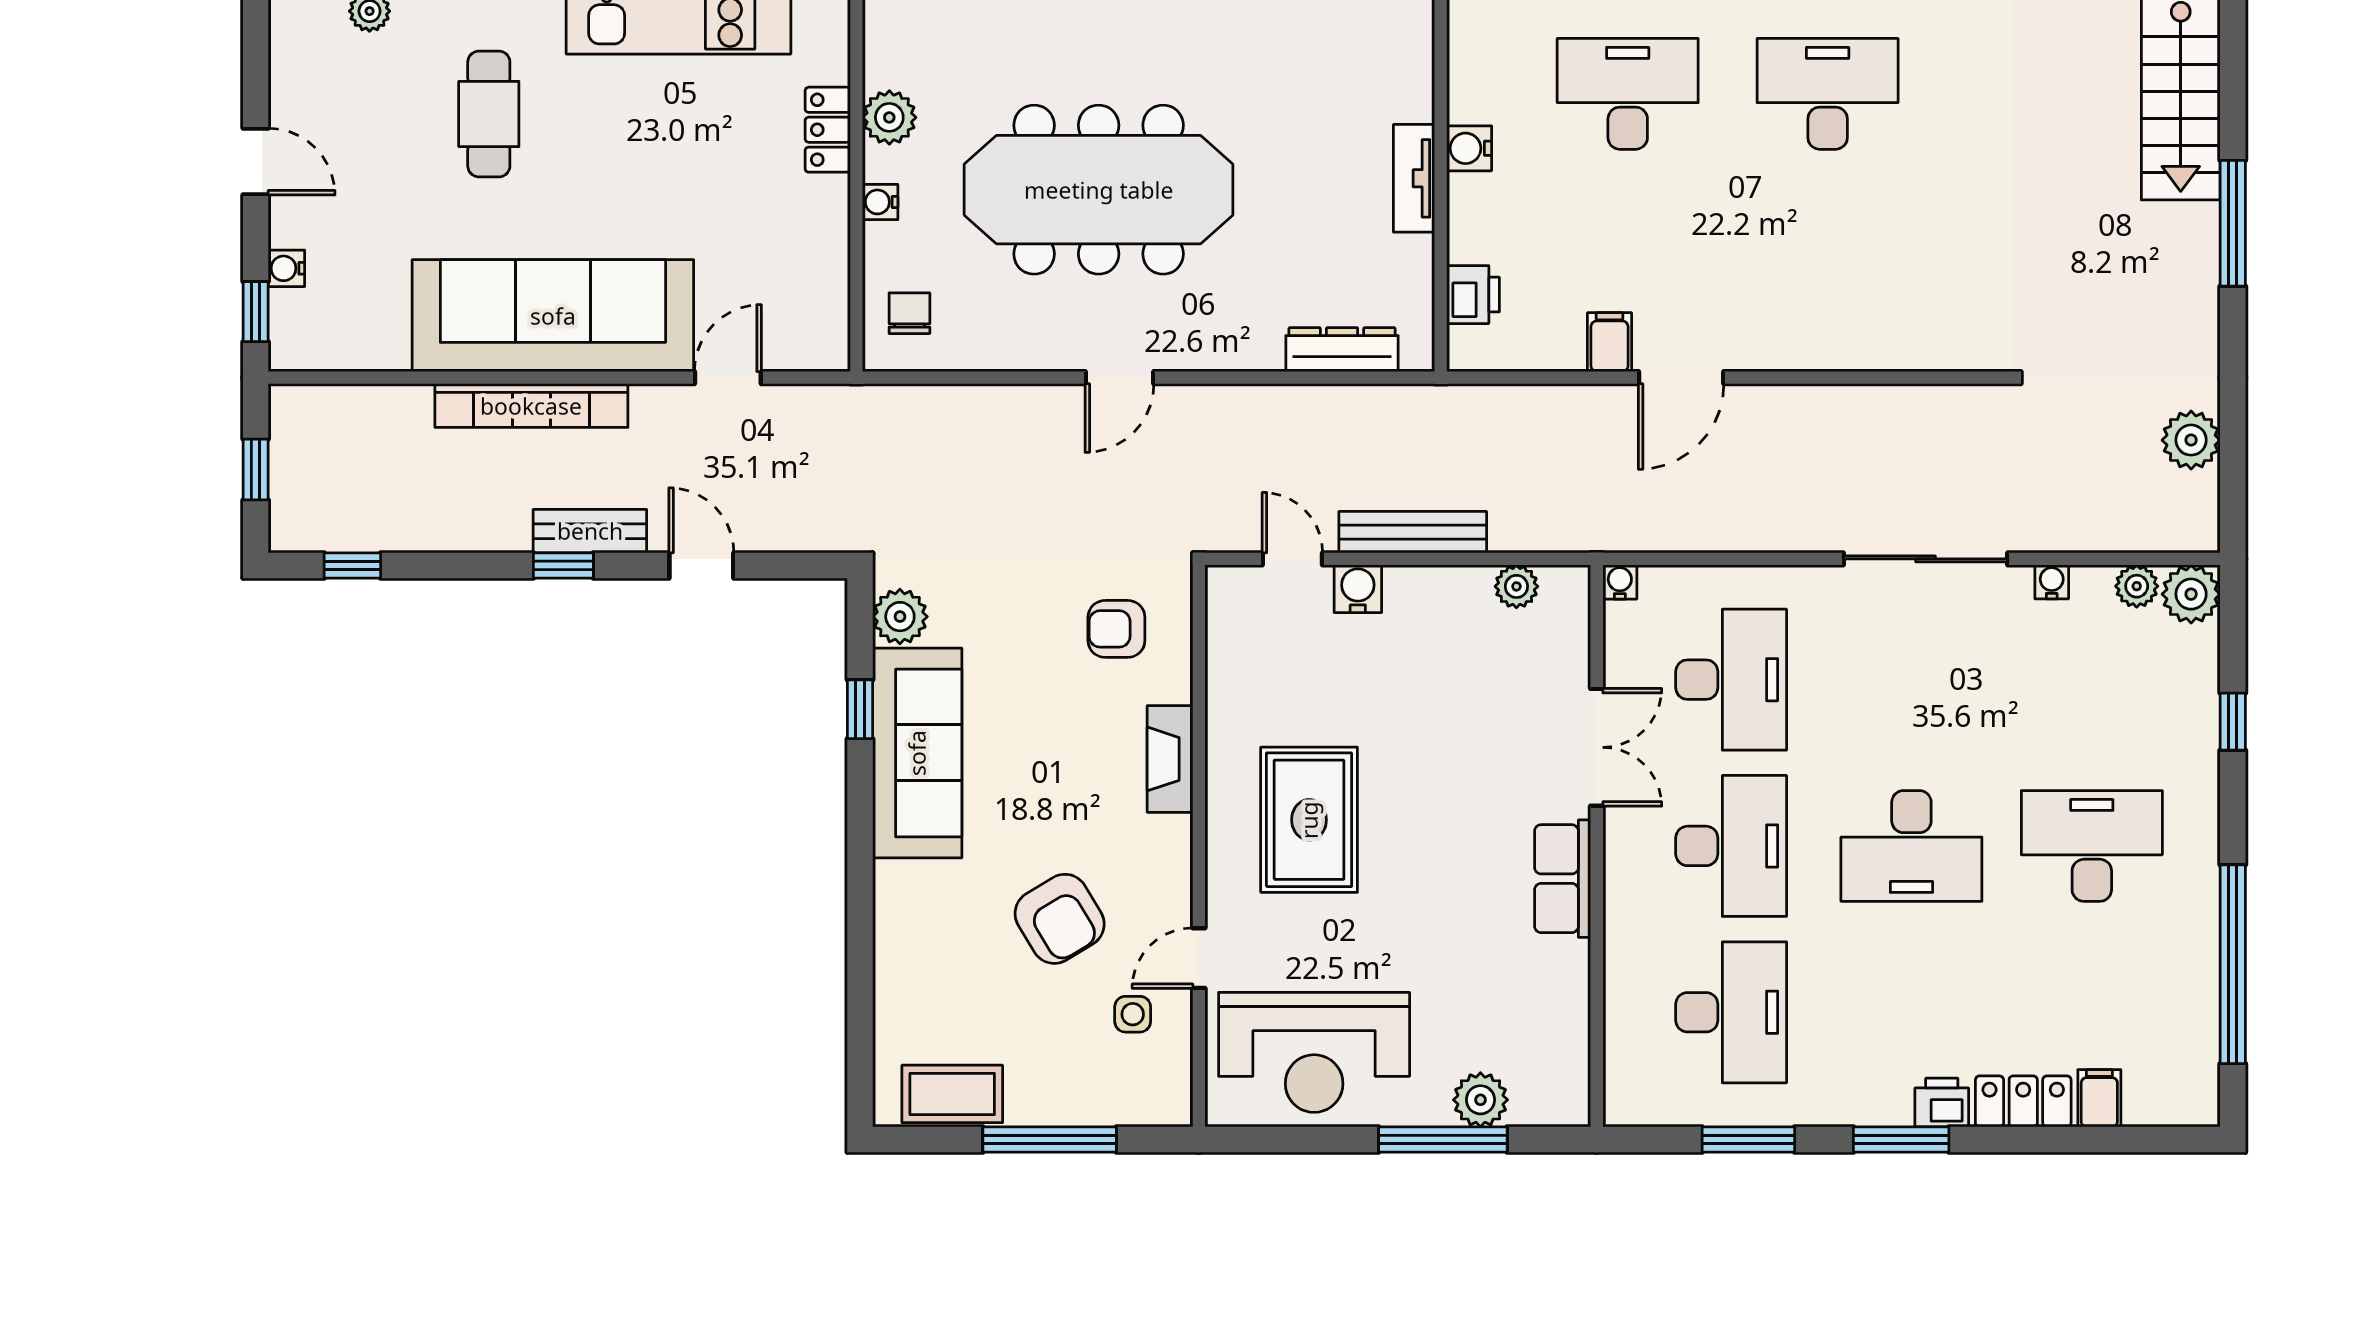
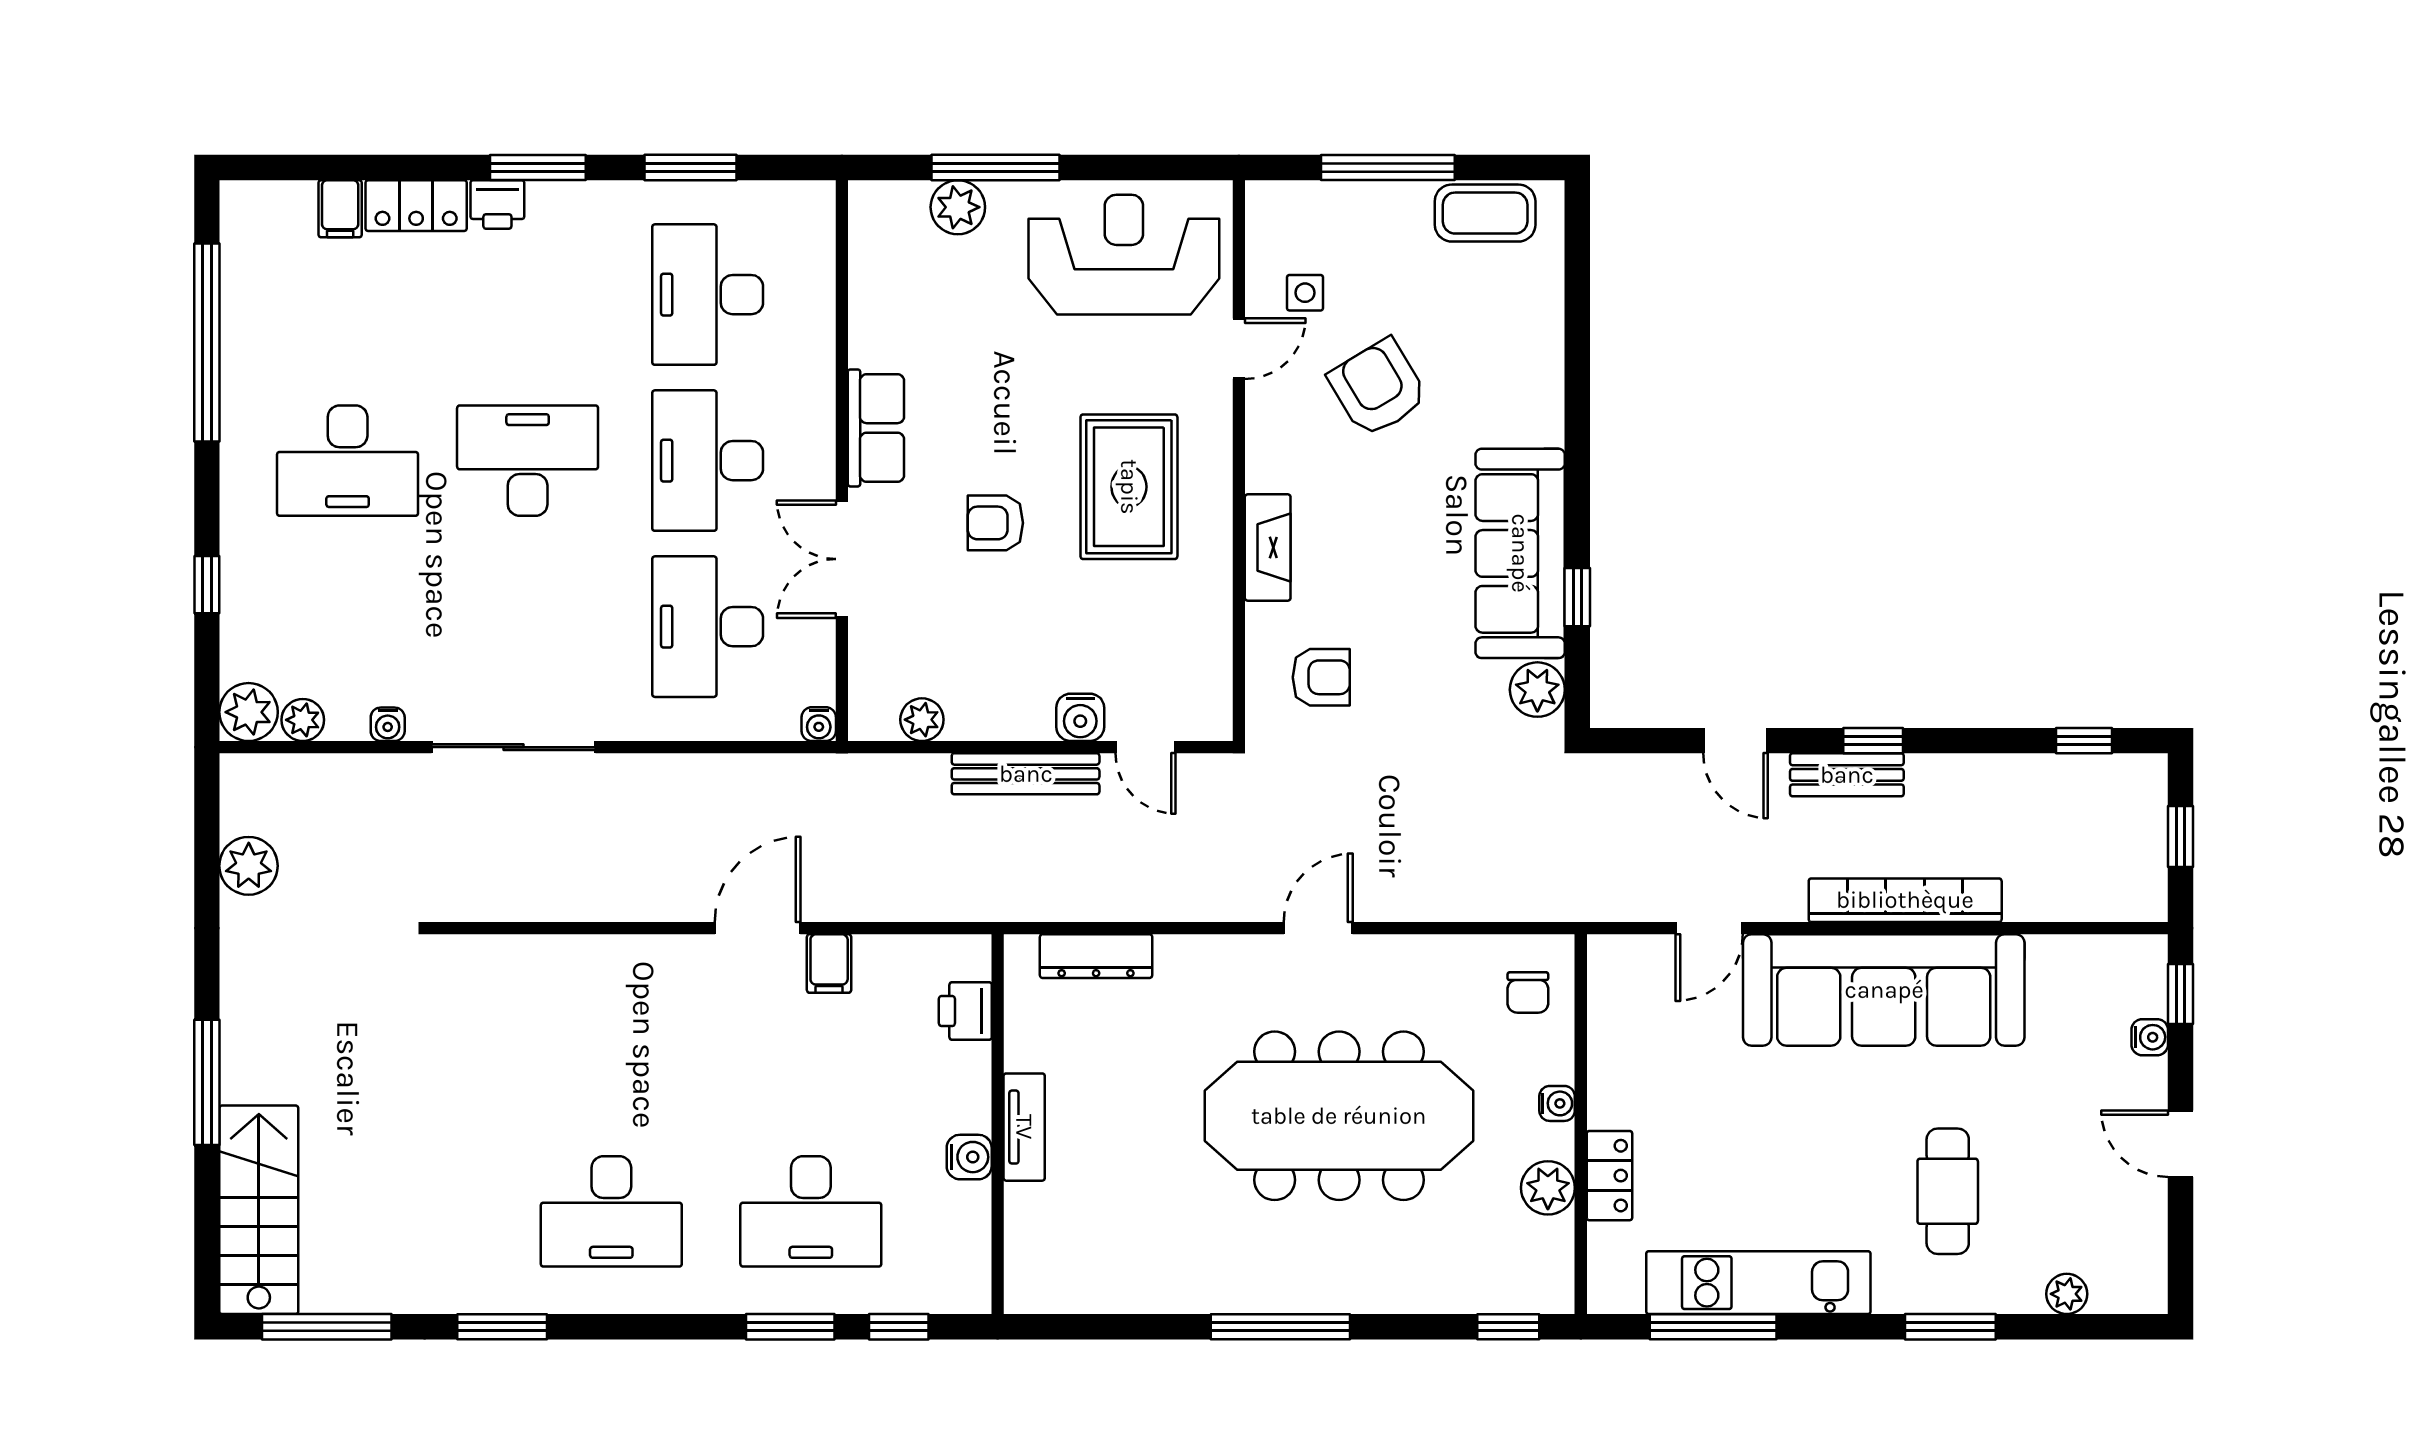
armchair: (1443, 784) -> (995, 523), added

